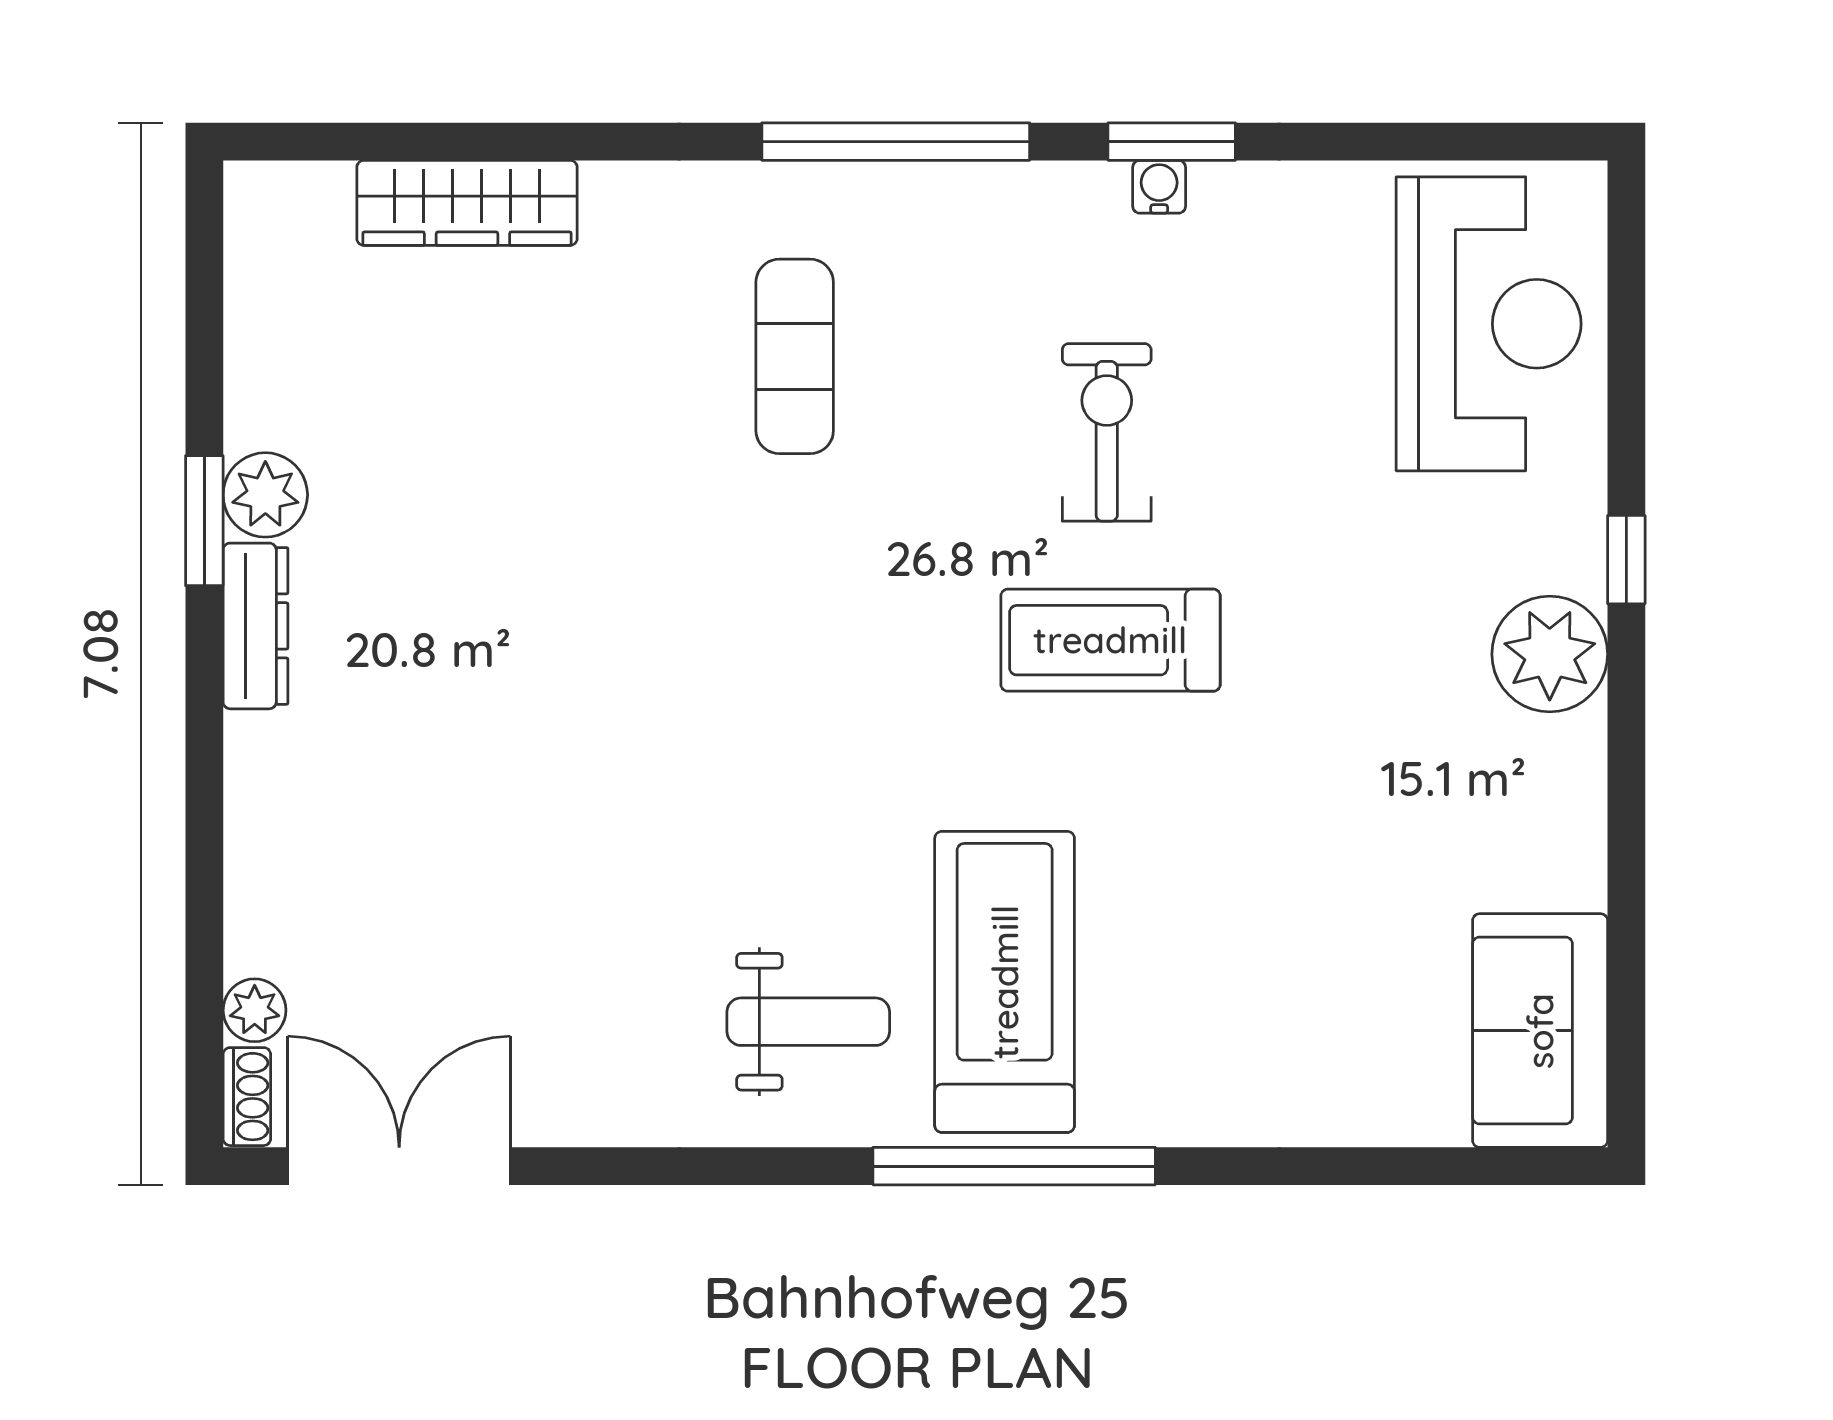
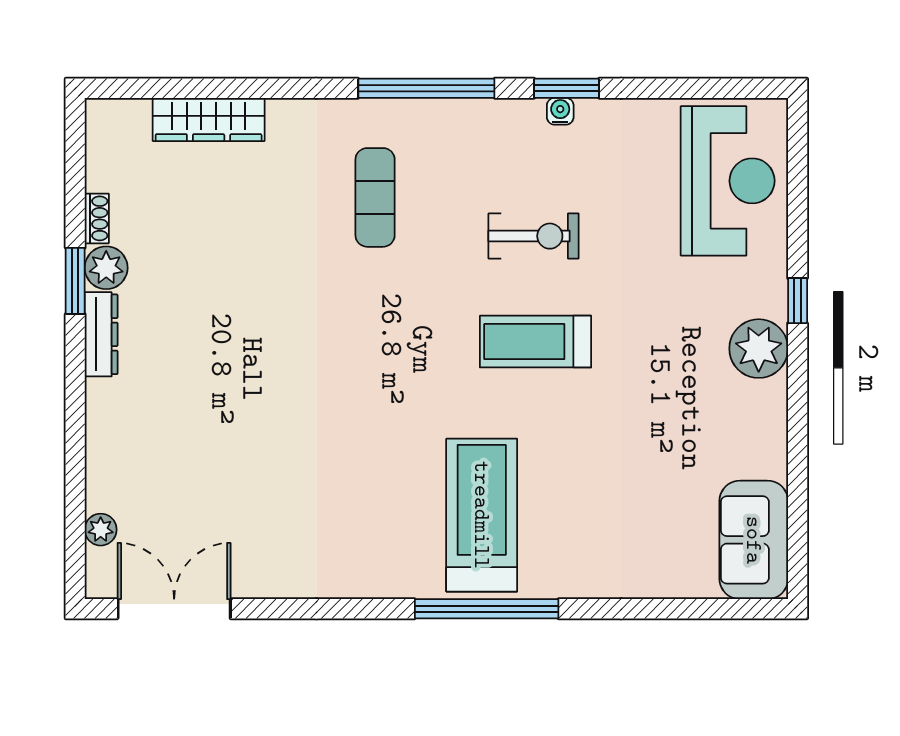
exercise bike: (1107, 432) -> (534, 236), turned 90
weight bench: (808, 1022) -> (382, 535), removed
shoe rack: (247, 1097) -> (97, 218), moved

